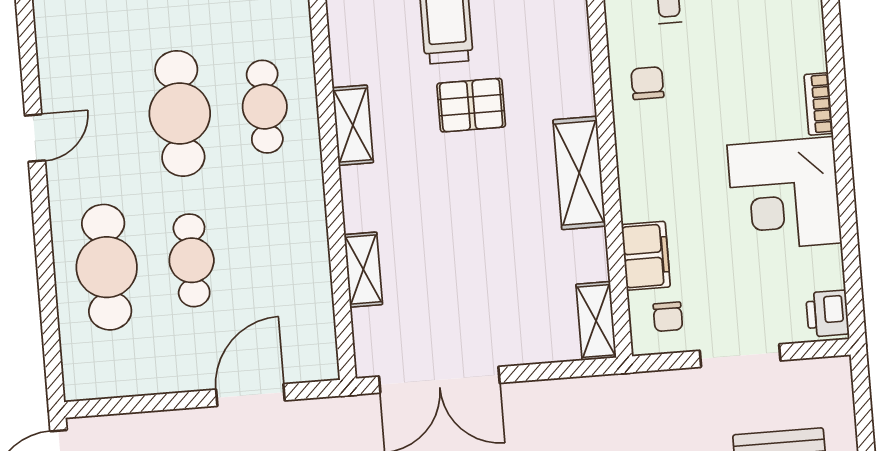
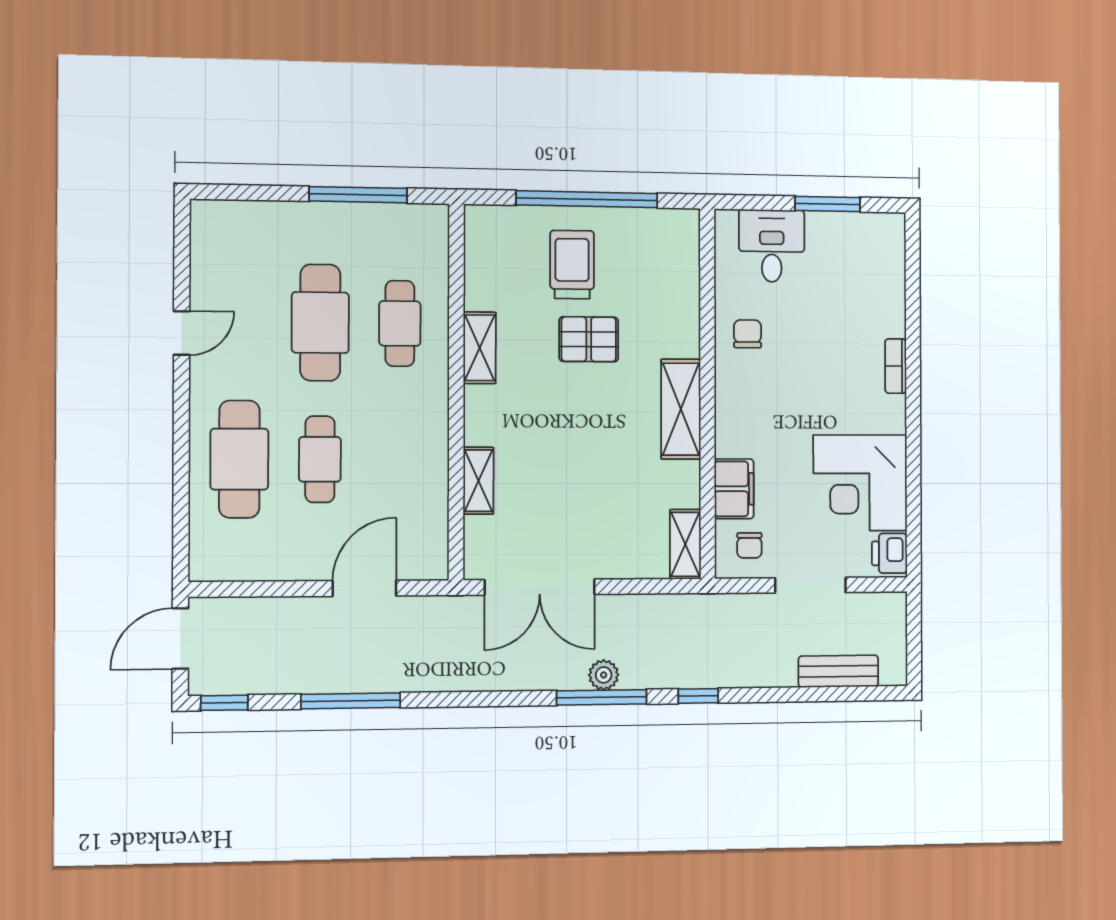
corner desk: (784, 194) -> (860, 483), moved

